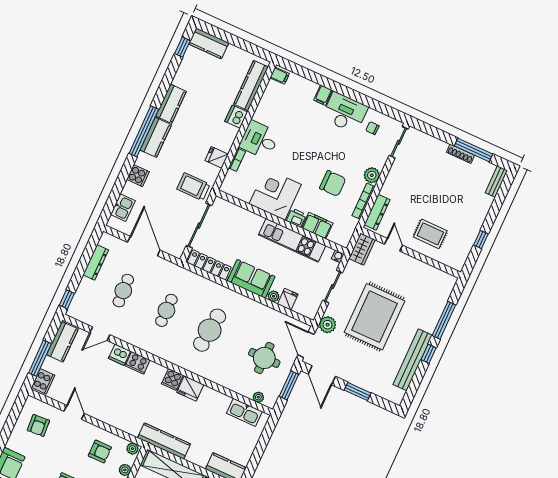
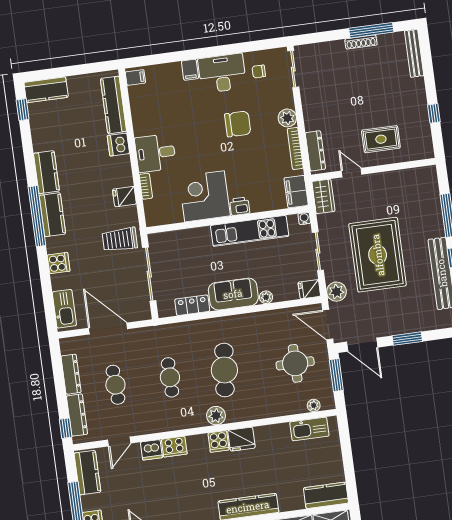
bench: (496, 182) -> (414, 53), width x1.36
chair: (333, 183) -> (238, 124), moved
kitchen sink: (123, 208) -> (64, 309), width x1.38
filing cabinet: (317, 226) -> (296, 192), moved, turned -90
locker: (209, 265) -> (192, 305), width x0.66
dresser: (81, 295) -> (77, 415), added
fridge: (288, 299) -> (309, 289), moved, turned -90
plant: (182, 360) -> (216, 416), added

